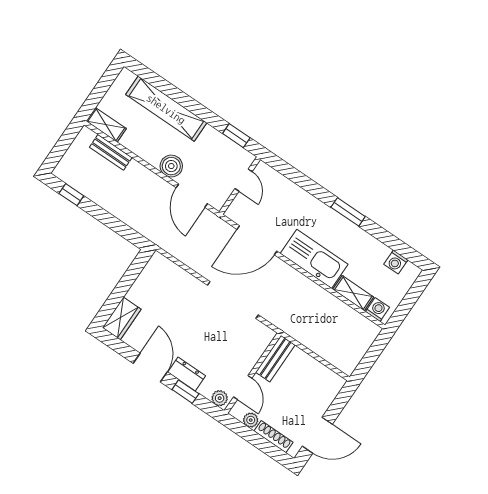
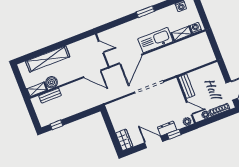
window: (236, 136) -> (80, 37), removed
boiler: (171, 166) -> (52, 82), moved

